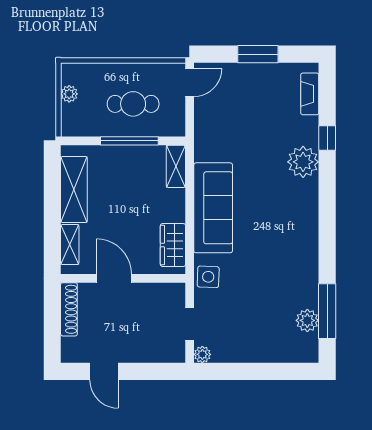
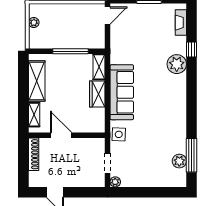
cafe table: (133, 104) -> (73, 29), removed
wardrobe: (173, 245) -> (97, 94), moved

